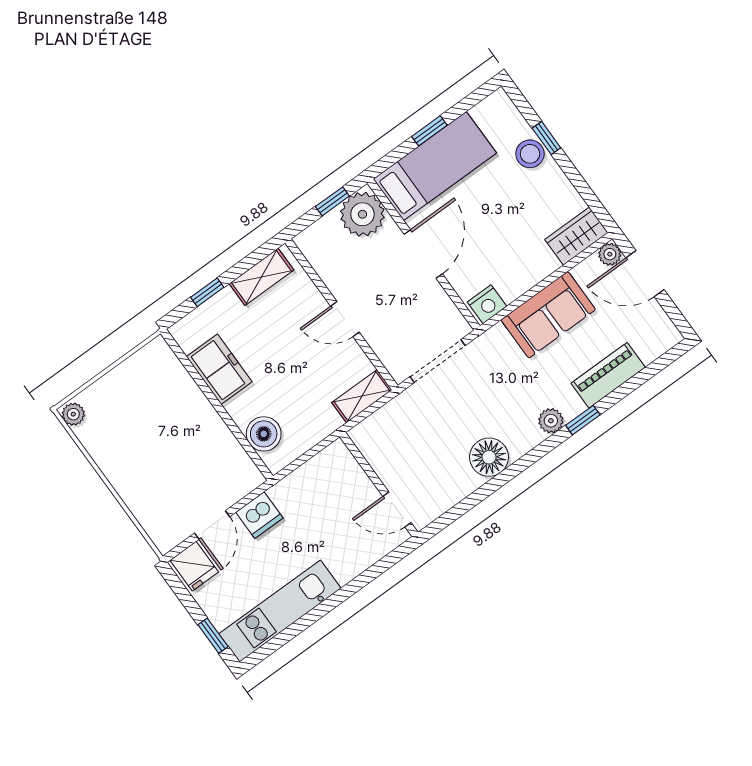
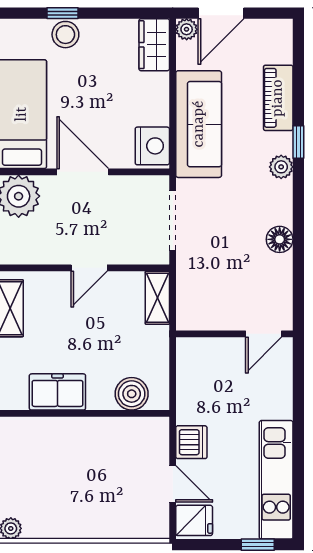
nightstand: (487, 304) -> (152, 146), width x1.36, depth x1.33
sofa: (548, 315) -> (199, 124), width x1.36
floor lamp: (489, 457) -> (280, 239), width x0.73, depth x0.73

